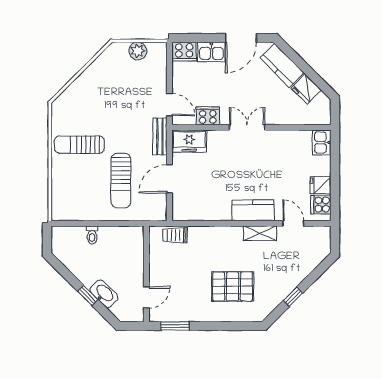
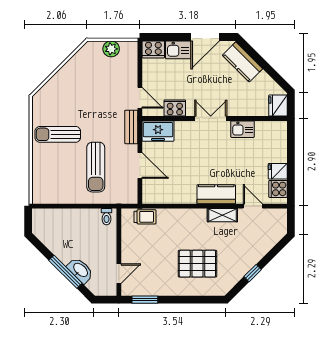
fridge: (306, 89) -> (278, 106), moved, turned 45
kitchen sink: (322, 142) -> (243, 129), moved, turned -90
door: (169, 179) -> (140, 166), swing flipped
toilet: (92, 235) -> (106, 217), moved
trolley: (175, 235) -> (145, 217), turned 180
window: (88, 295) -> (65, 272), width x2.17

